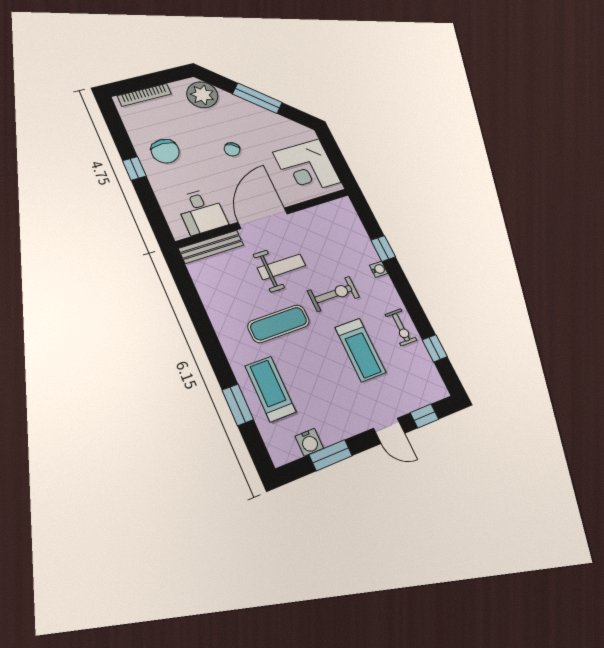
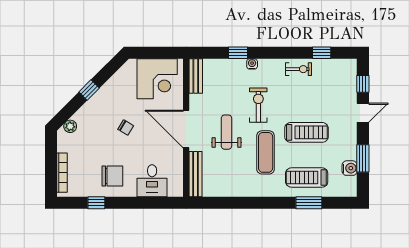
plant: (202, 95) -> (70, 126), width x0.53, depth x0.53
window: (257, 98) -> (89, 90), width x0.46
window: (134, 168) -> (96, 203), moved
bench: (332, 209) -> (196, 76), added
desk: (201, 211) -> (152, 181), moved, turned 90
treadmill: (360, 350) -> (306, 132), moved

